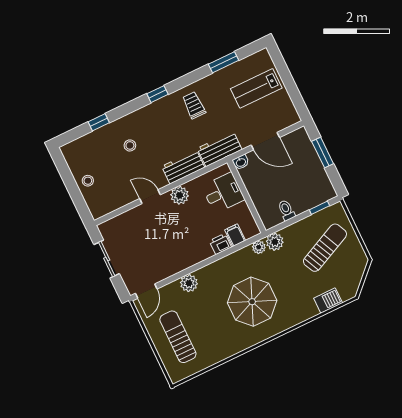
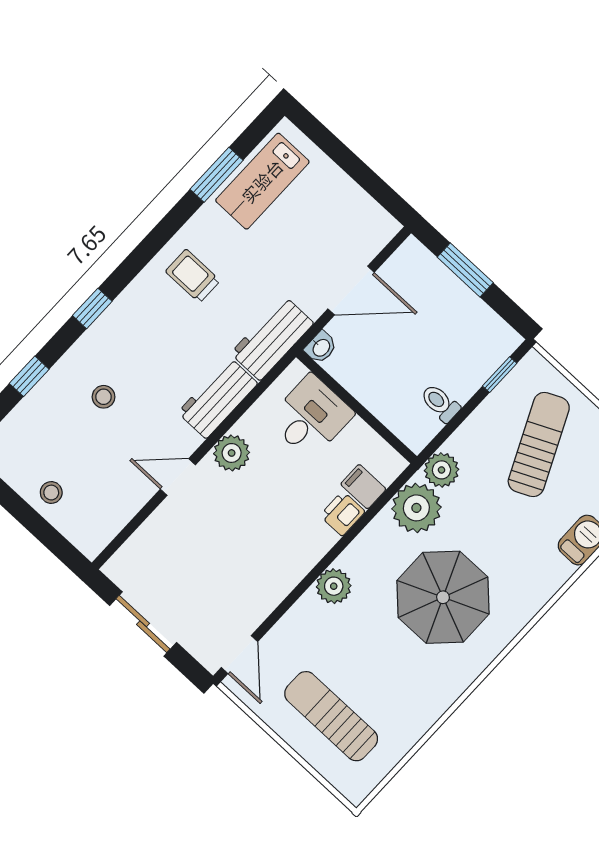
lab bench: (256, 88) -> (262, 181), moved
window: (157, 94) -> (92, 308), moved
plant: (259, 247) -> (416, 508), width x1.87, depth x1.87
plant: (189, 283) -> (334, 586), moved

